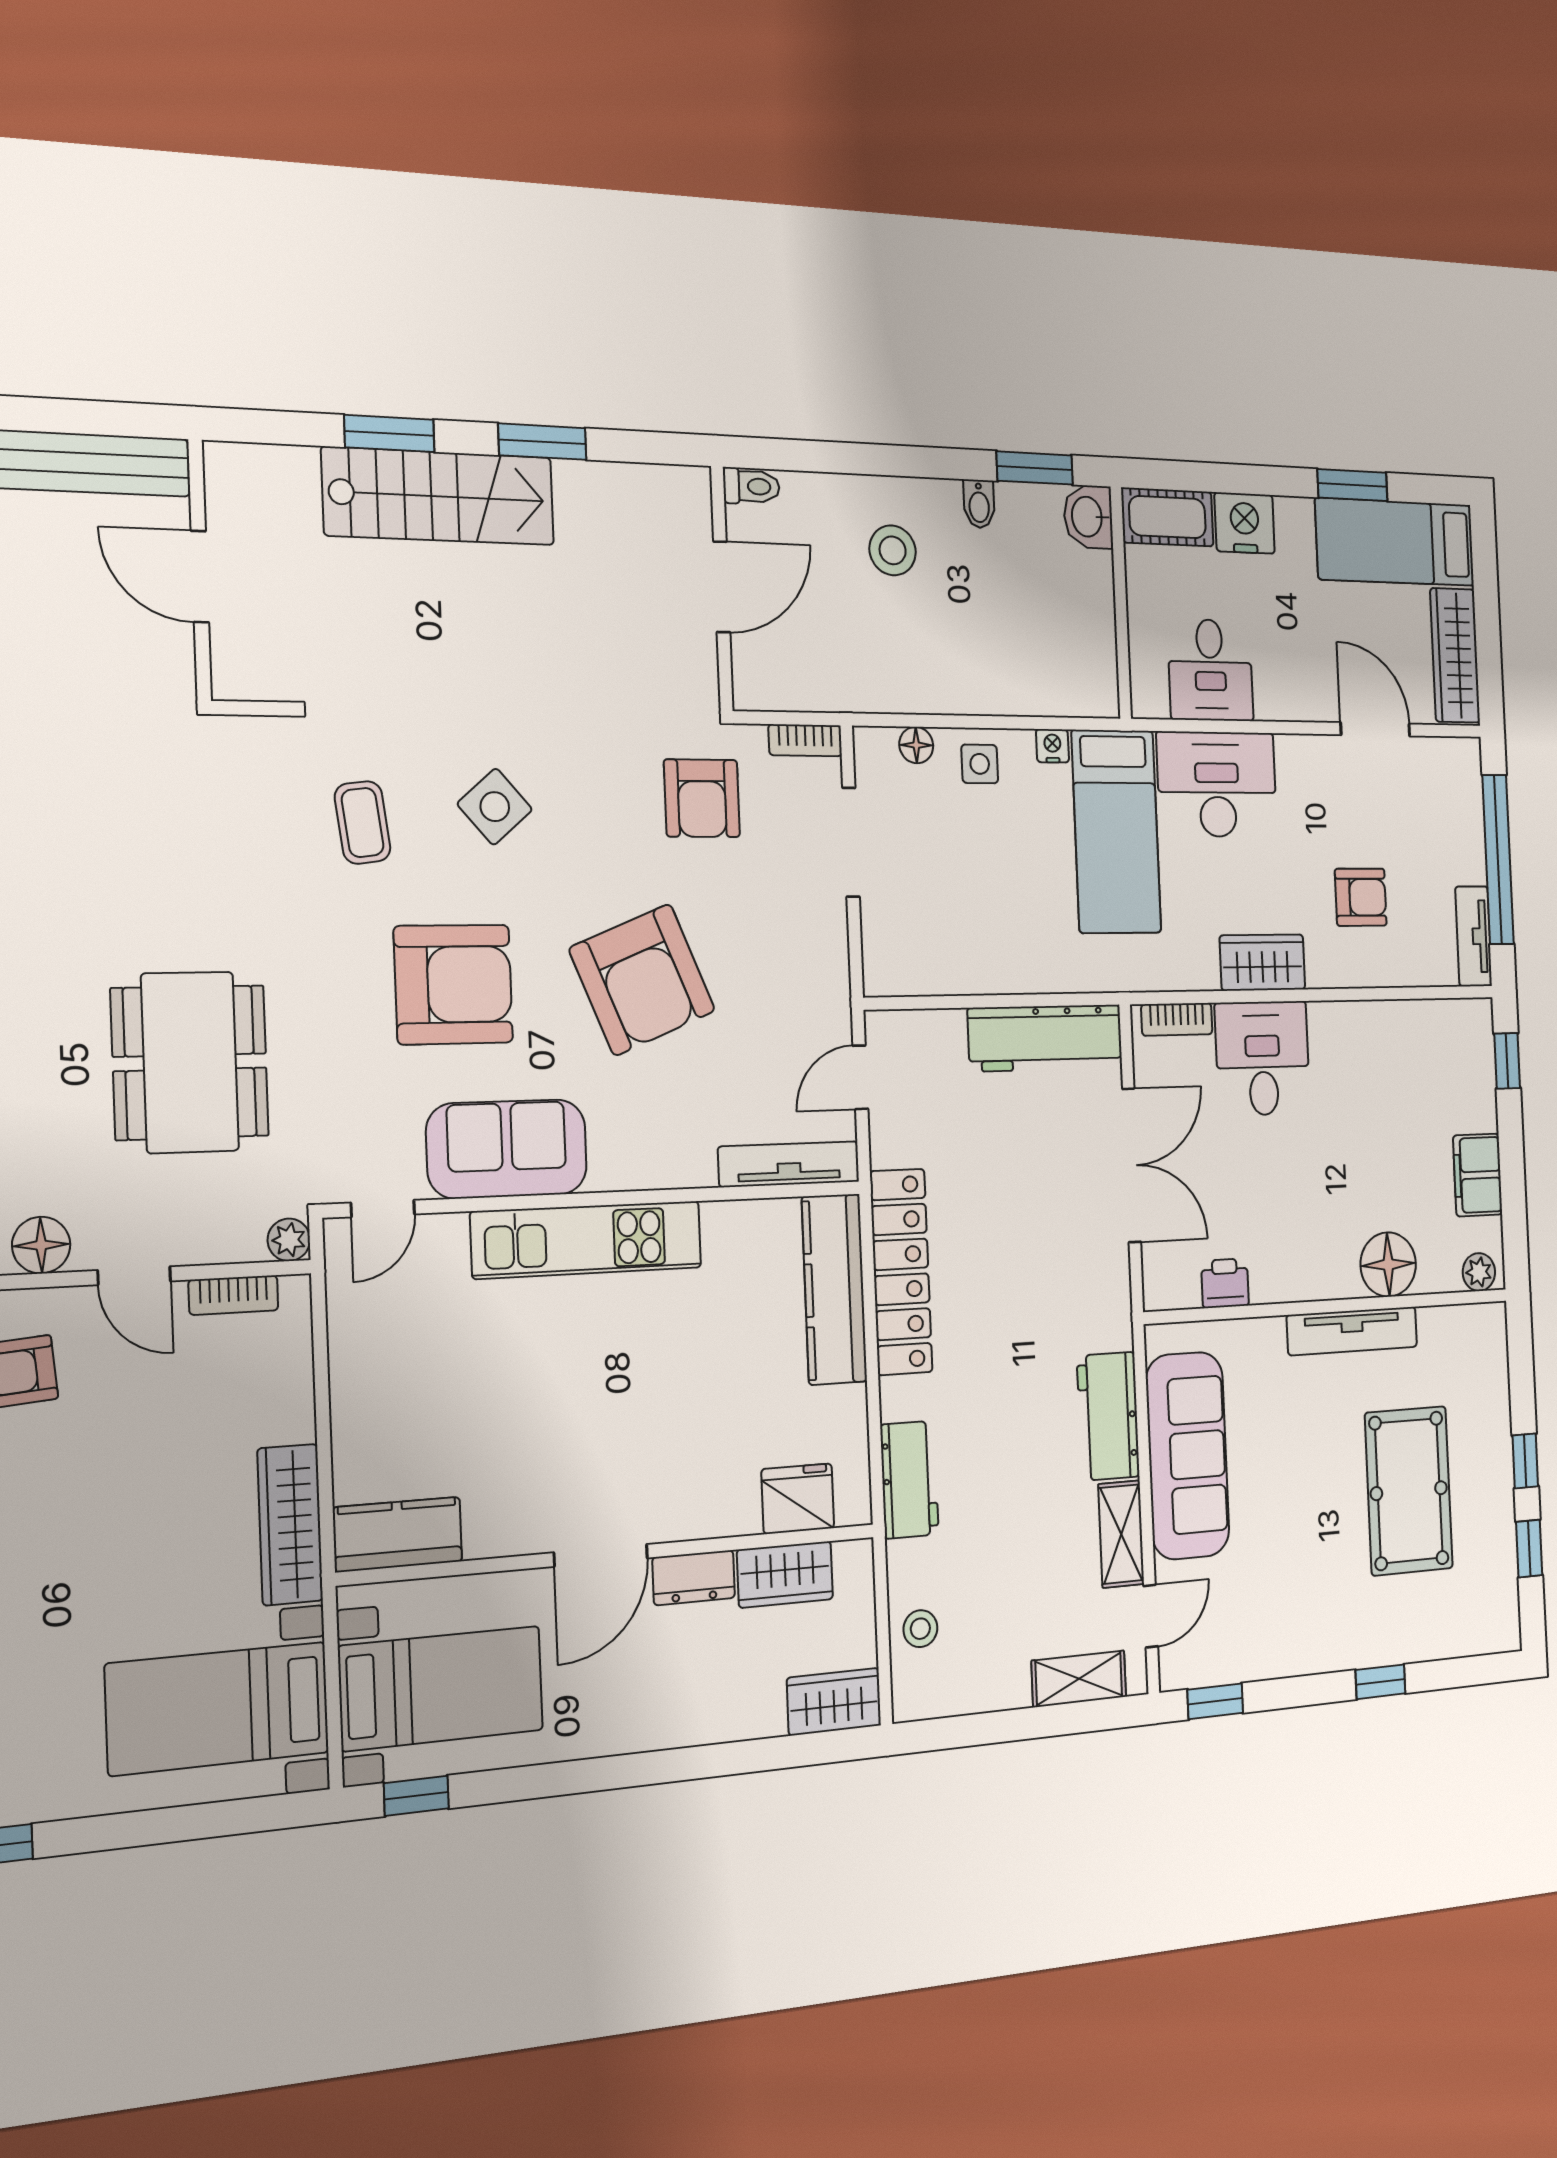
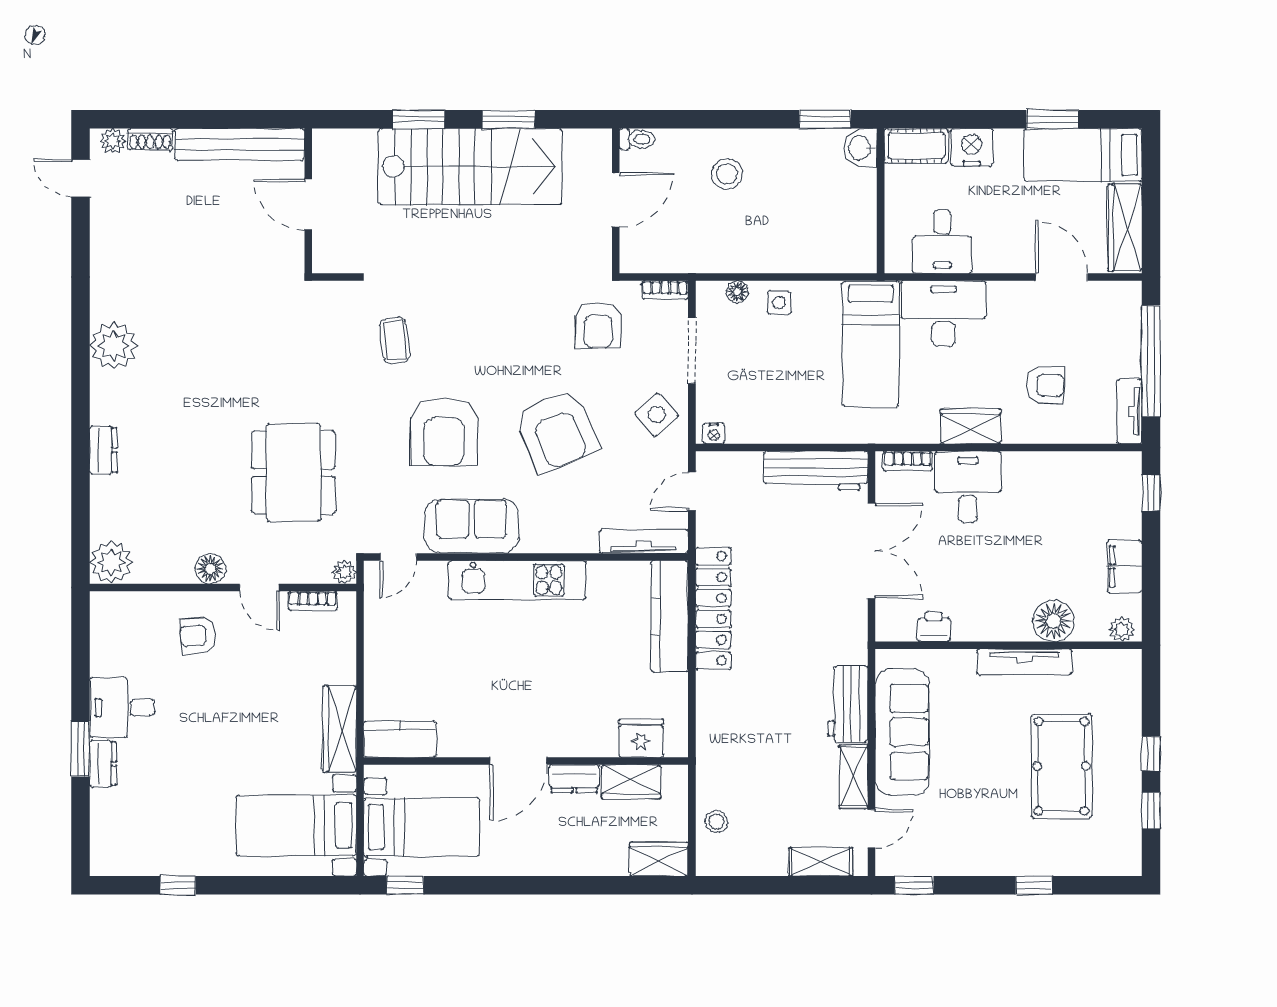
stairs: (439, 496) -> (470, 167), width x1.36, depth x1.51
bidet: (979, 504) -> (786, 143), removed
nightstand: (1052, 746) -> (714, 434), moved, turned 180
side table: (495, 807) -> (657, 415), moved
armchair: (453, 984) -> (444, 432), turned 90
workbench: (909, 1480) -> (713, 733), removed

